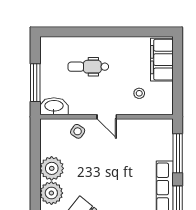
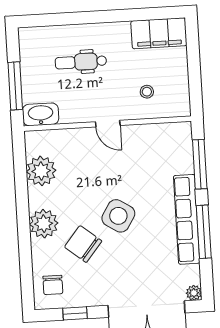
filing cabinet: (162, 60) -> (159, 33), moved, turned -90
side table: (78, 131) -> (118, 216), moved, width x1.87, depth x1.87
plant: (52, 168) -> (41, 171), moved

